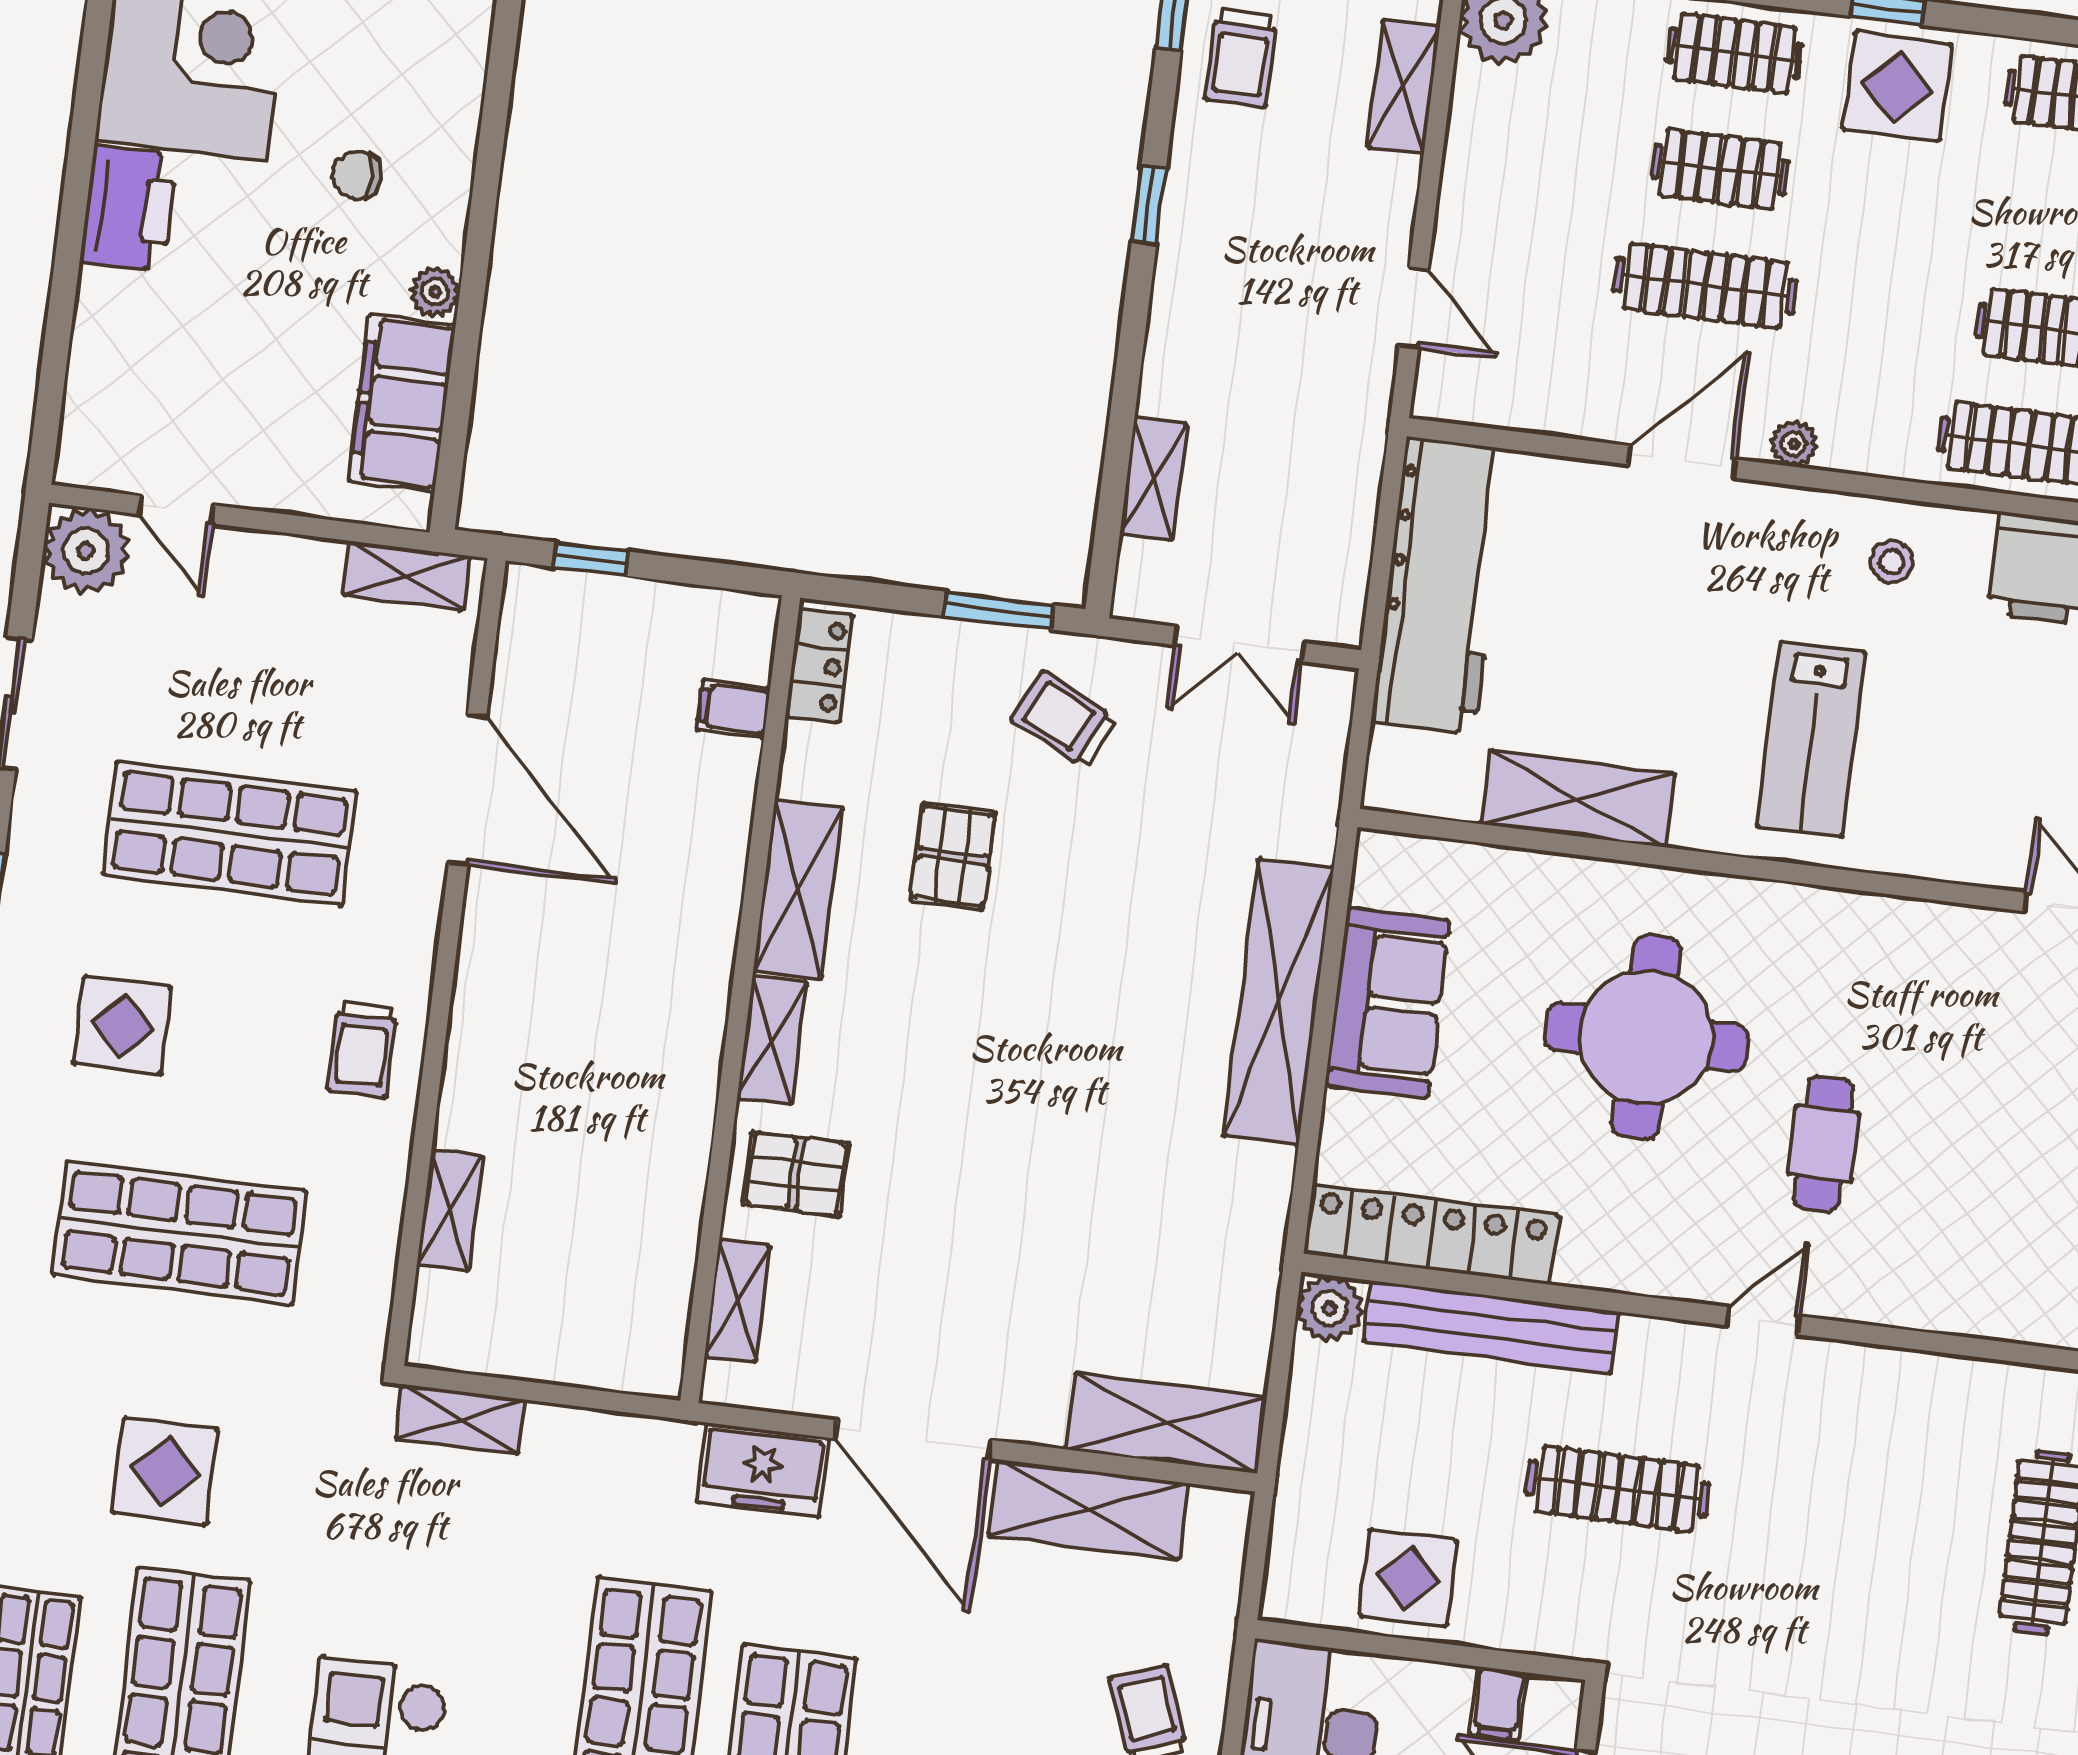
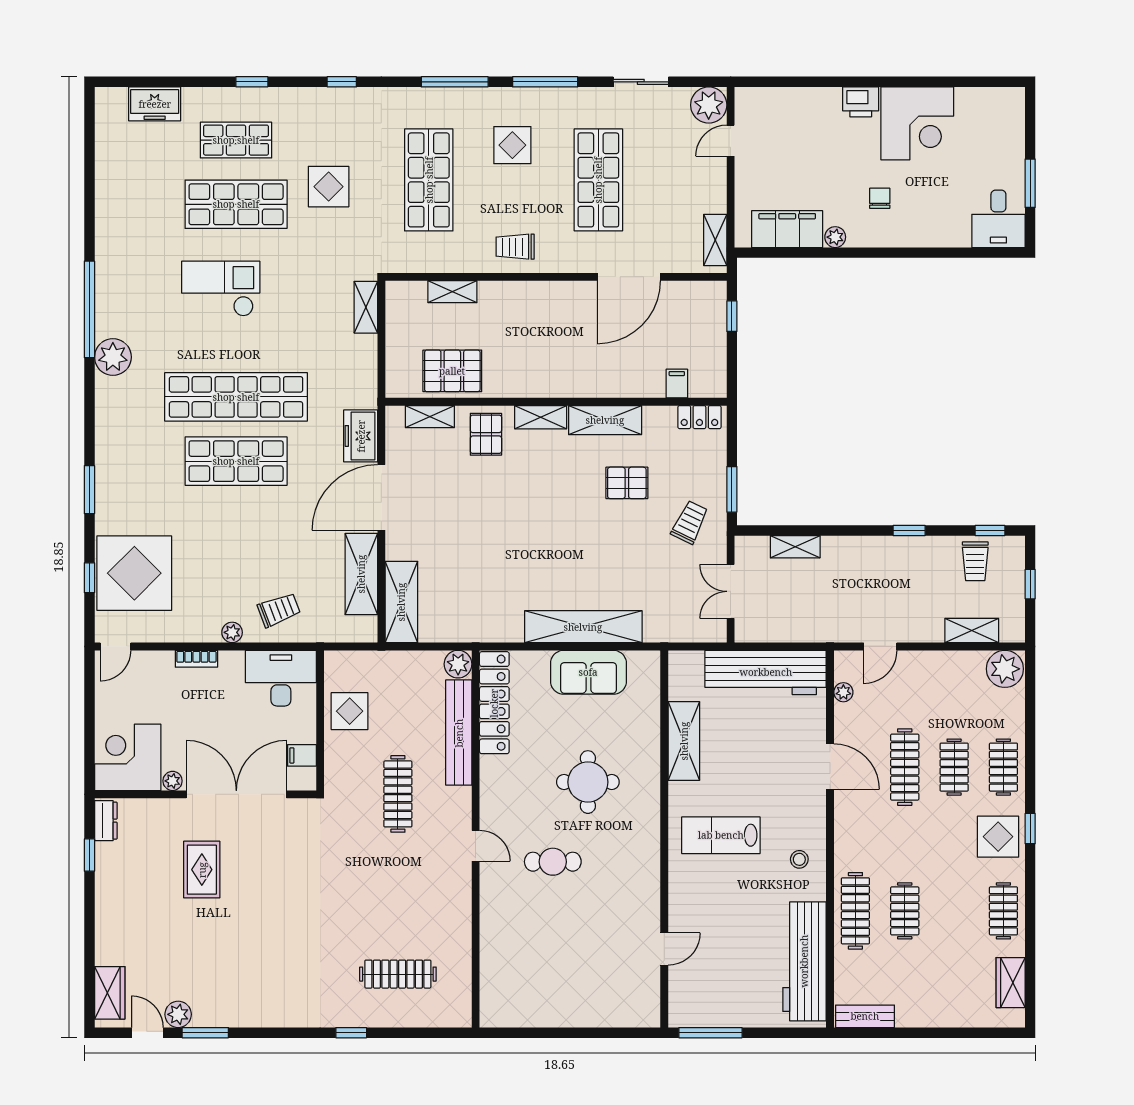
trolley: (1241, 58) -> (975, 561), turned -90
printer: (129, 208) -> (861, 102), width x0.73, depth x0.84
plant: (1794, 444) -> (843, 692), moved
round table: (1646, 1037) -> (588, 782), width x0.73, depth x0.73
pallet: (637, 1234) -> (452, 371), added

